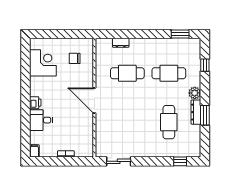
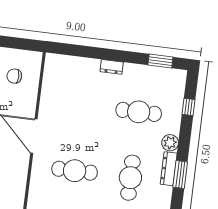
dresser: (121, 43) -> (112, 67), moved
cafe table: (127, 73) -> (75, 171), moved

